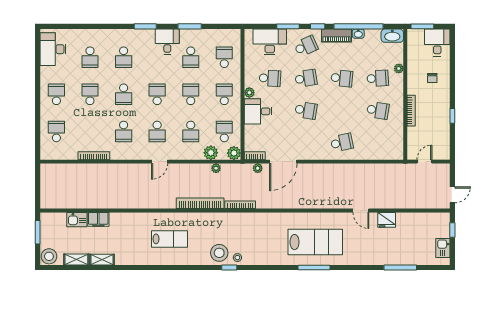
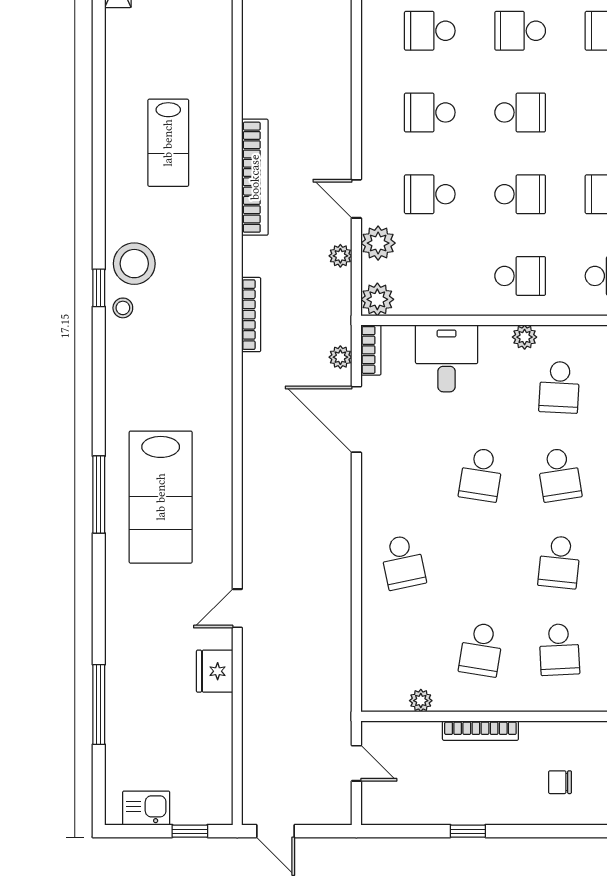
plant: (399, 69) -> (421, 701), moved
desk: (258, 111) -> (447, 358), moved
school desk: (224, 131) -> (430, 276), removed
door: (160, 162) -> (356, 199), moved
bookcase: (200, 203) -> (255, 177), moved

